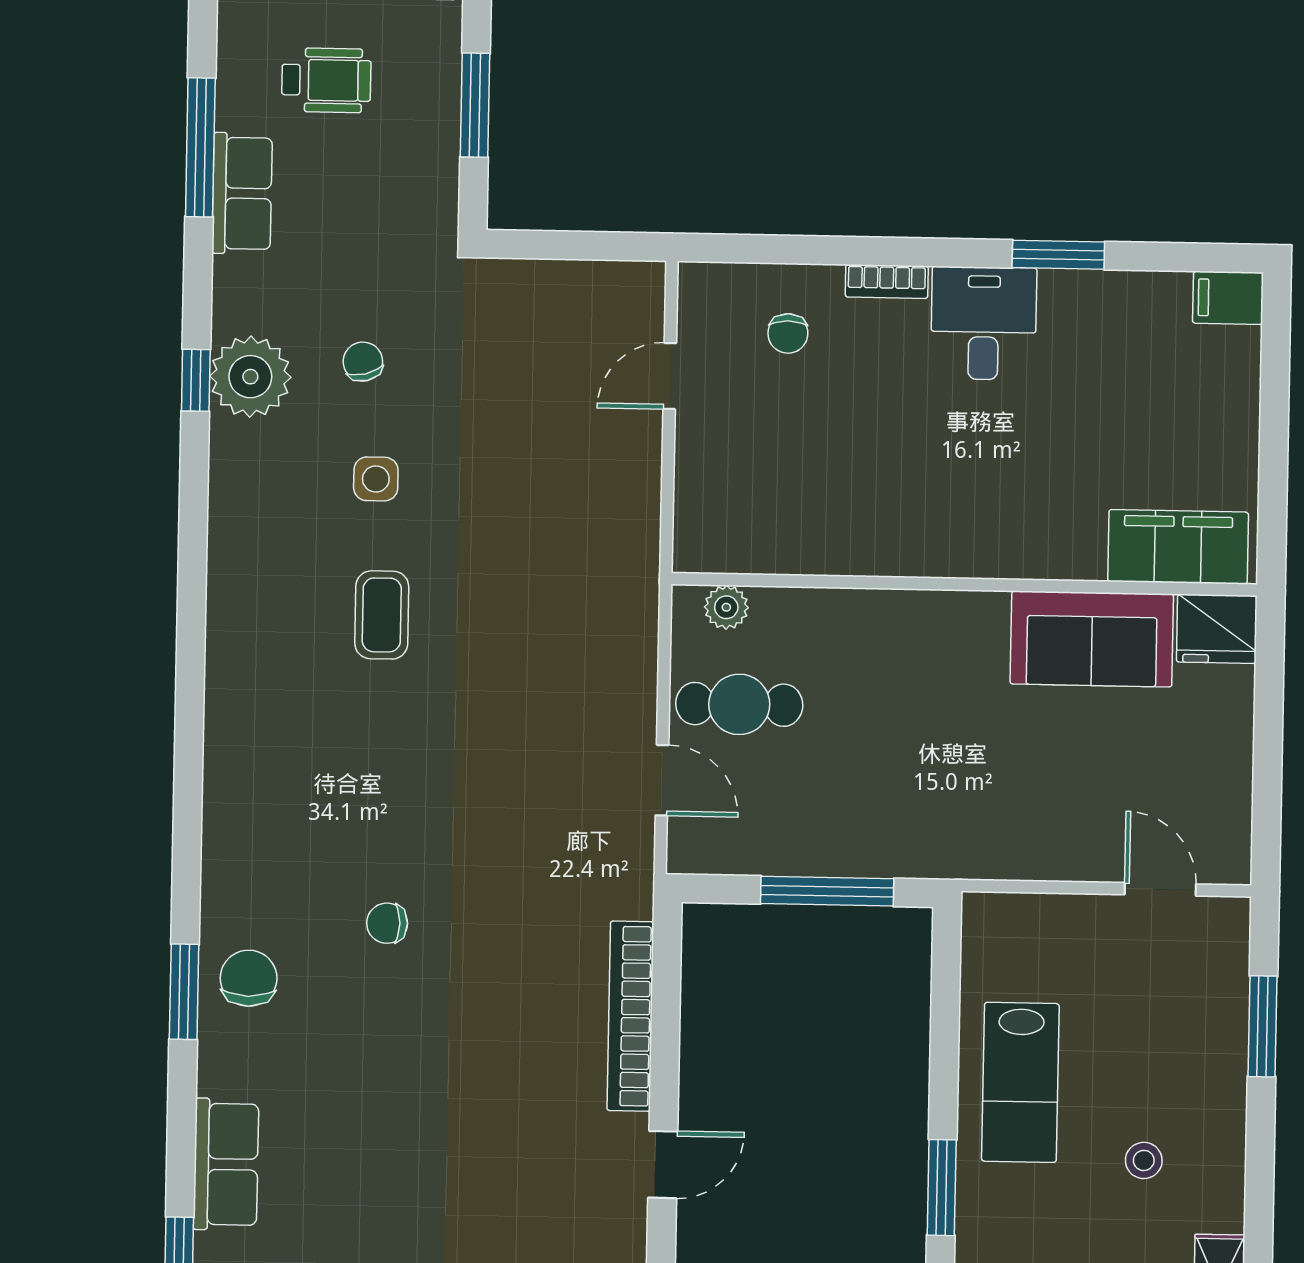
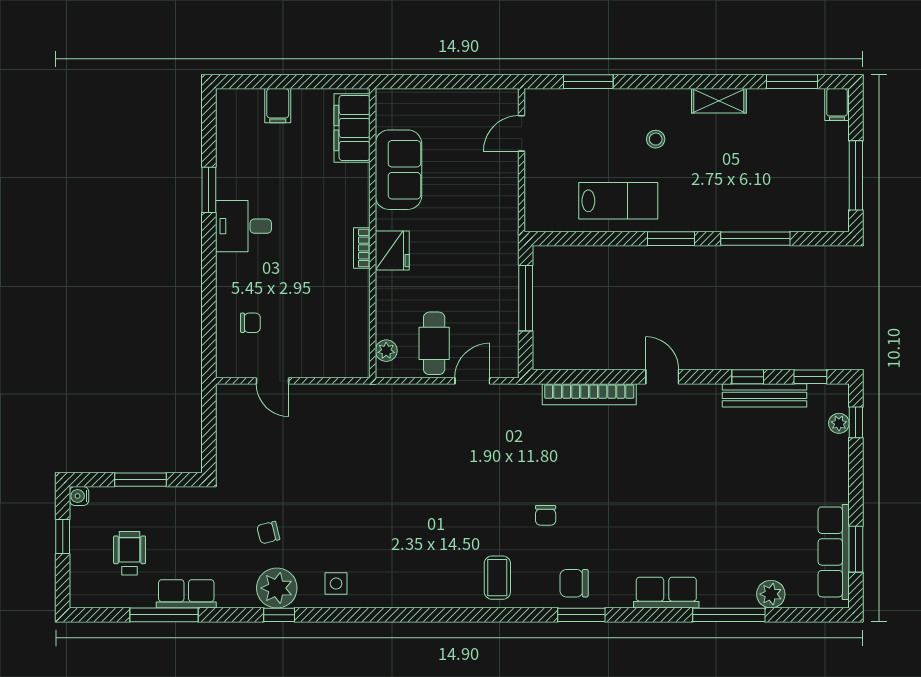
bookcase: (887, 282) -> (362, 248), moved, turned 180
filing cabinet: (1228, 298) -> (278, 106), moved
side table: (376, 479) -> (336, 584), moved
coffee table: (382, 615) -> (497, 578), moved, turned 90
fridge: (1217, 629) -> (392, 251), moved

